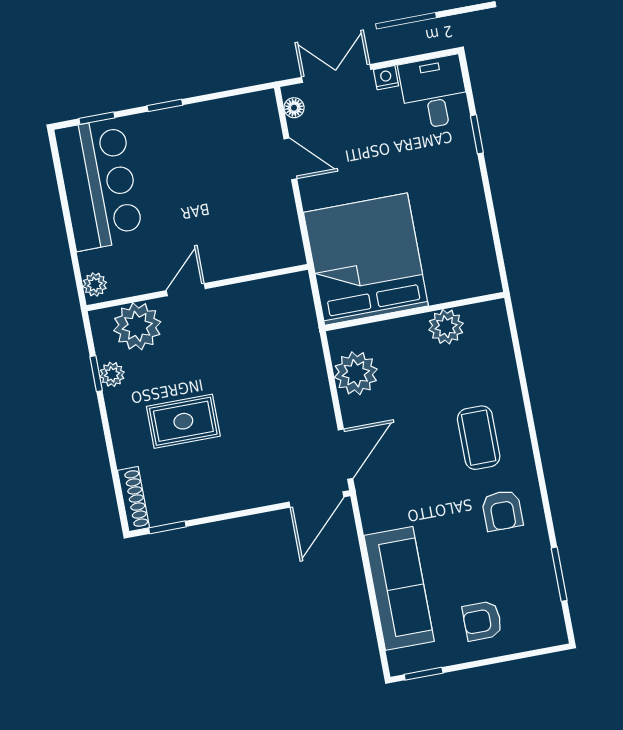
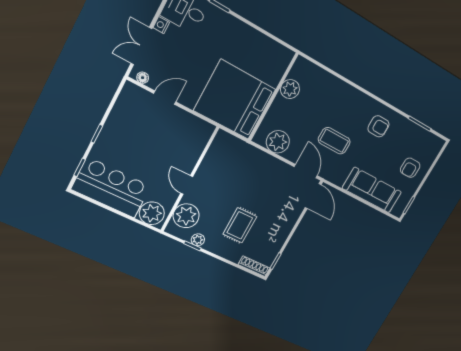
plant: (95, 284) -> (152, 213), width x1.87, depth x1.87
coffee table: (479, 438) -> (334, 141), moved

